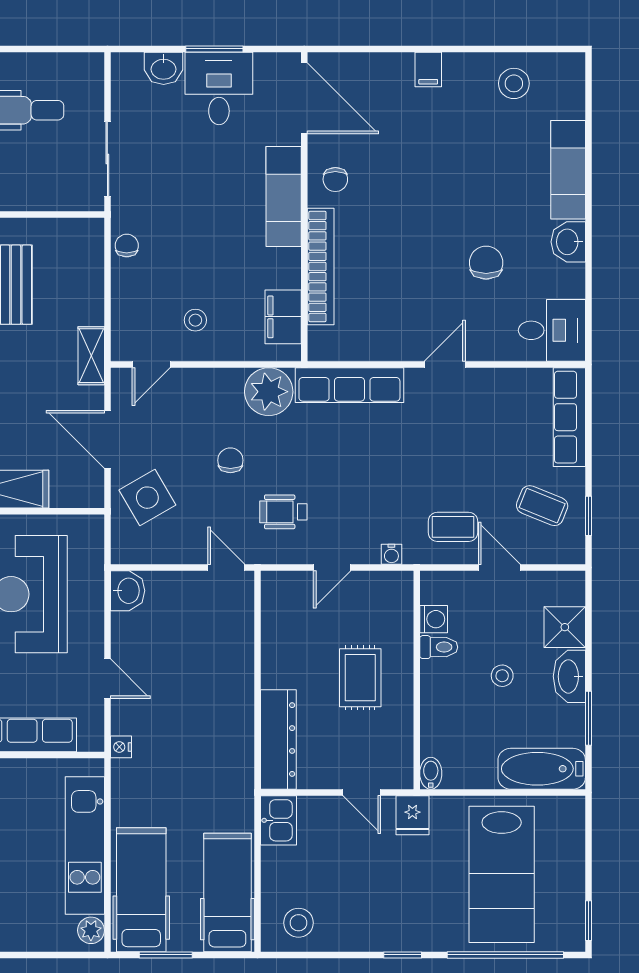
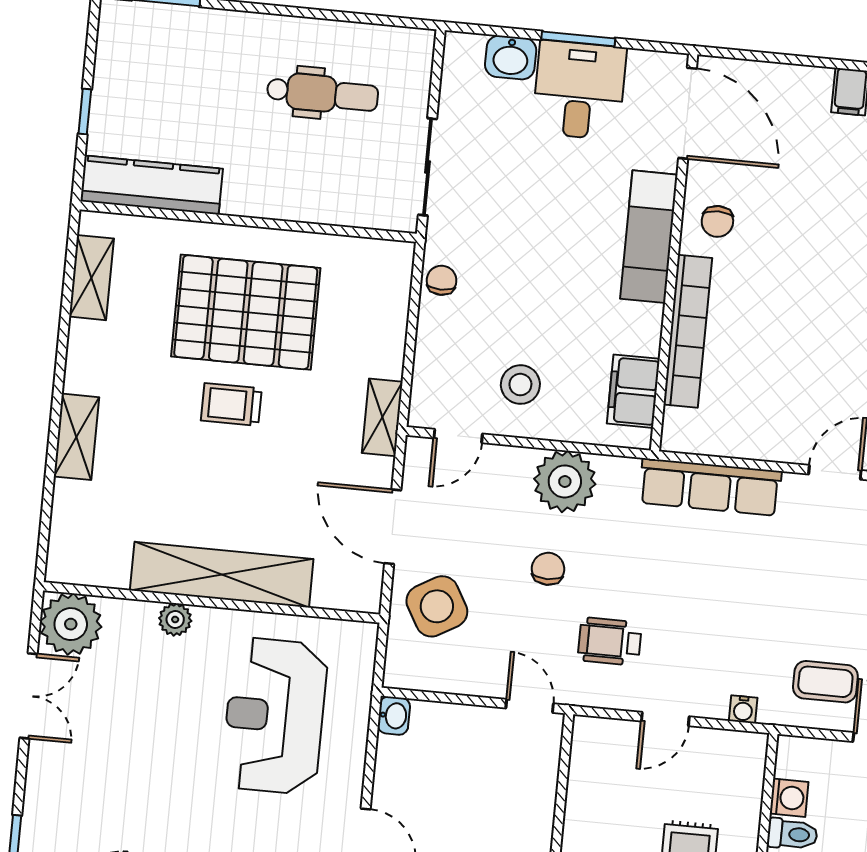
stool: (195, 320) -> (520, 385), width x1.37, depth x1.37
plant: (269, 392) -> (565, 481), moved
washbasin: (128, 591) -> (394, 716), width x0.72, depth x0.69

